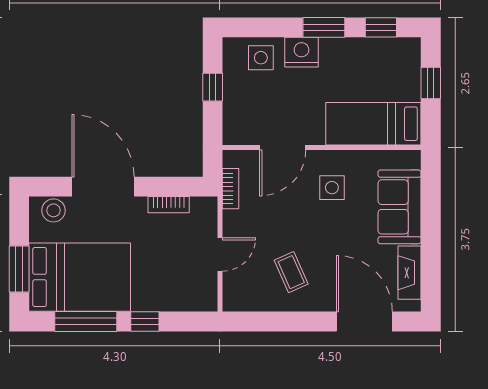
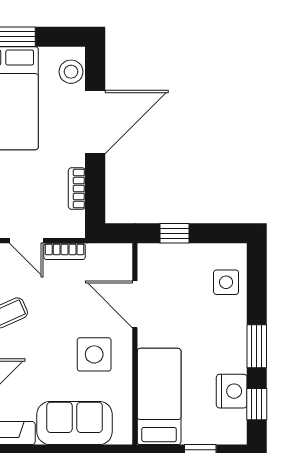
nightstand: (301, 52) -> (232, 391), moved
window: (213, 87) -> (175, 233), moved
side table: (332, 188) -> (94, 354), width x1.37, depth x1.37
bookcase: (231, 189) -> (65, 251), moved

